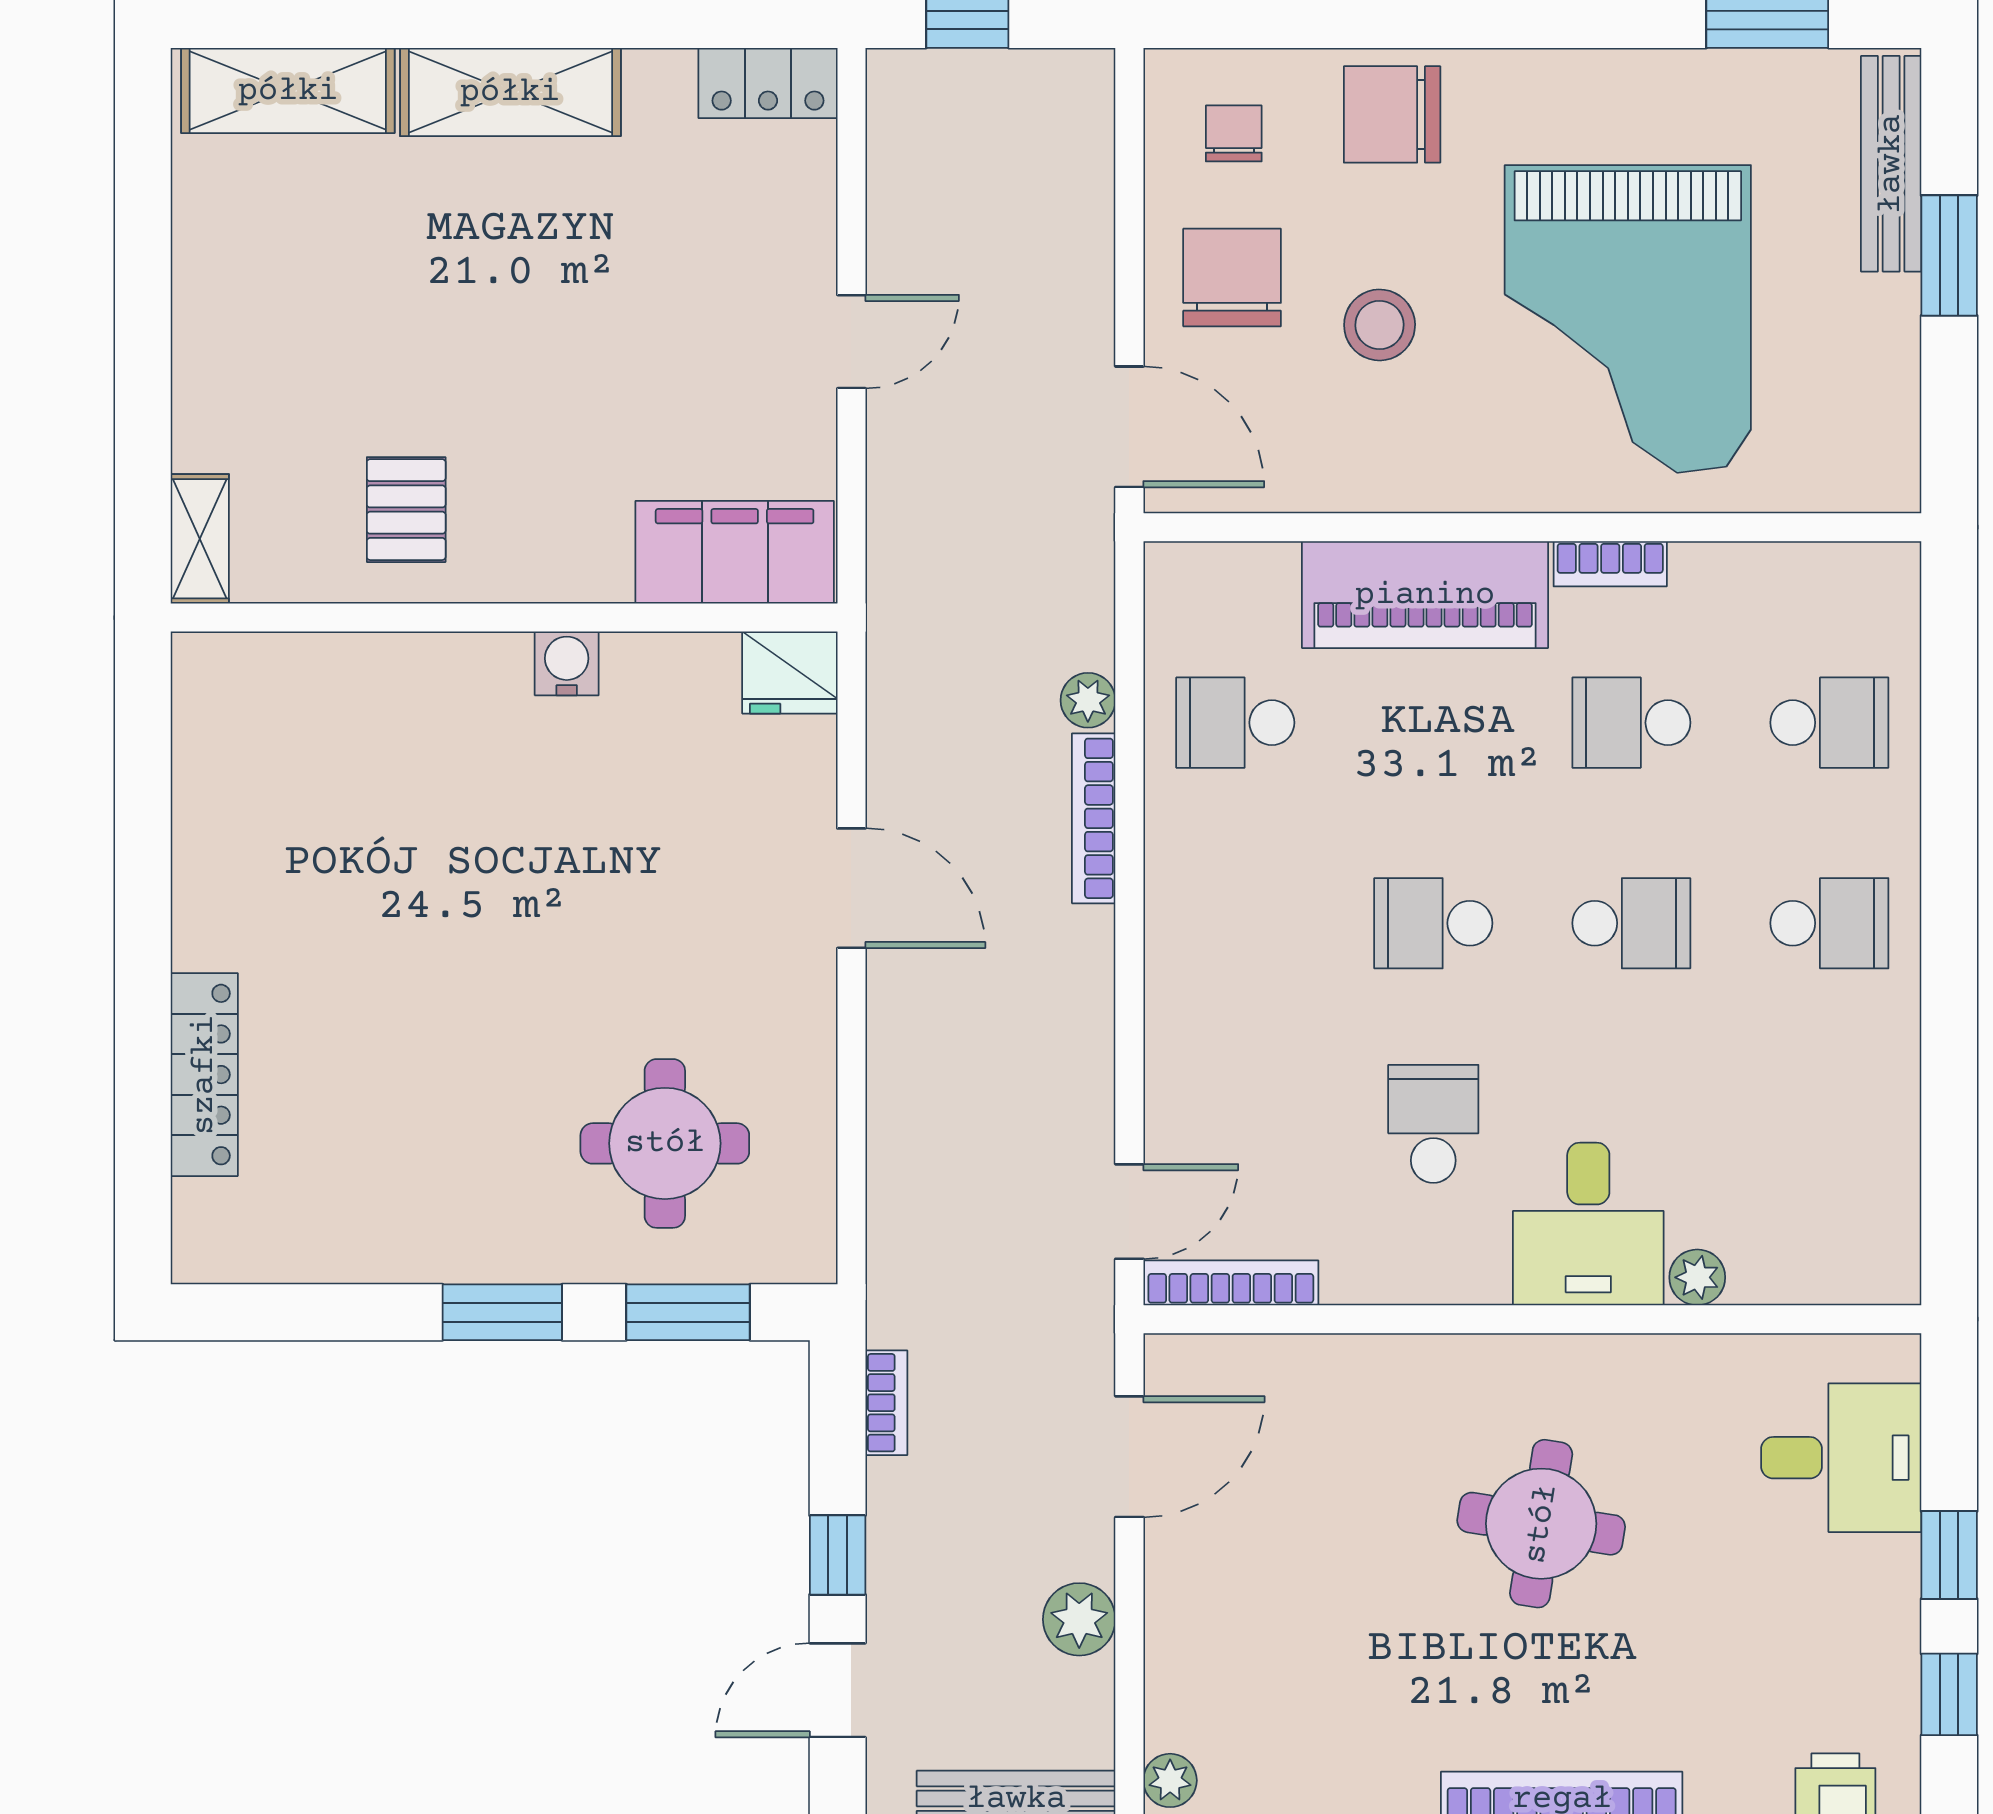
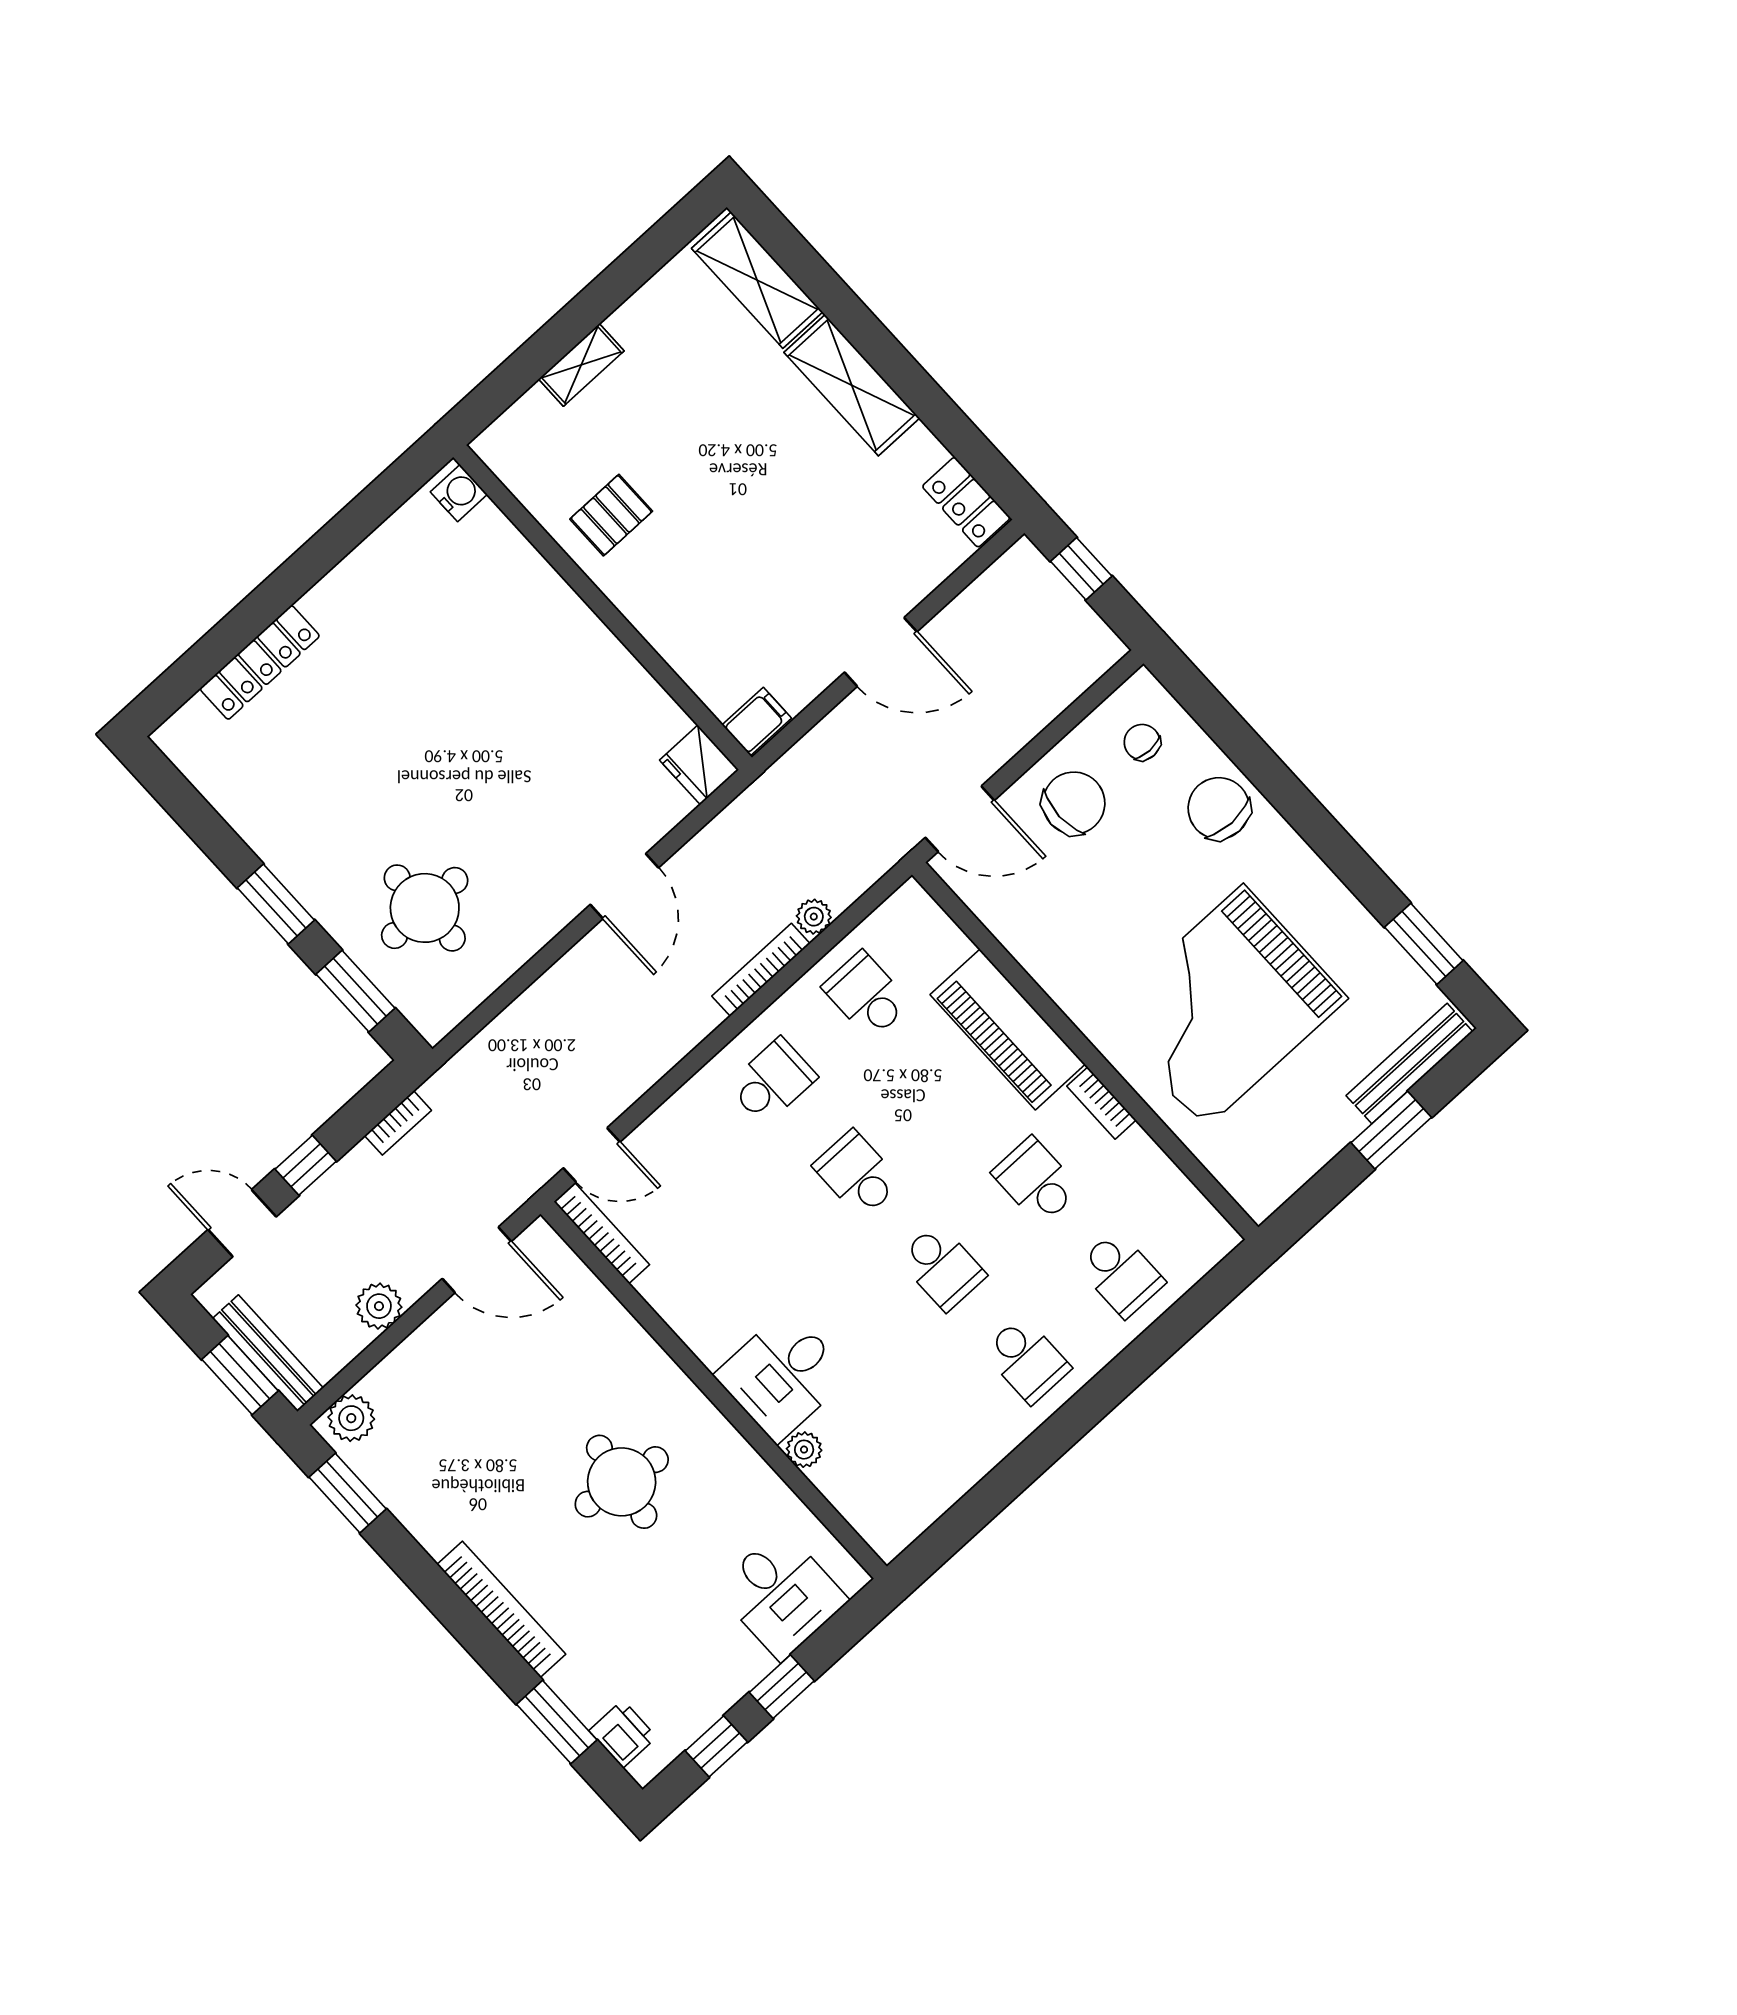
chair: (1234, 133) -> (1142, 742), turned -90
stool: (1380, 325) -> (1115, 893), removed
door: (851, 342) -> (881, 652), width x1.38
door: (1129, 427) -> (960, 819), hinge flipped
shelving: (200, 539) -> (581, 365), moved
filing cabinet: (735, 552) -> (757, 722), width x0.33, depth x0.86
water cooler: (567, 663) -> (459, 493), moved
school desk: (1433, 1124) -> (772, 1081), moved
plant: (1170, 1780) -> (351, 1418), width x1.38, depth x1.38

